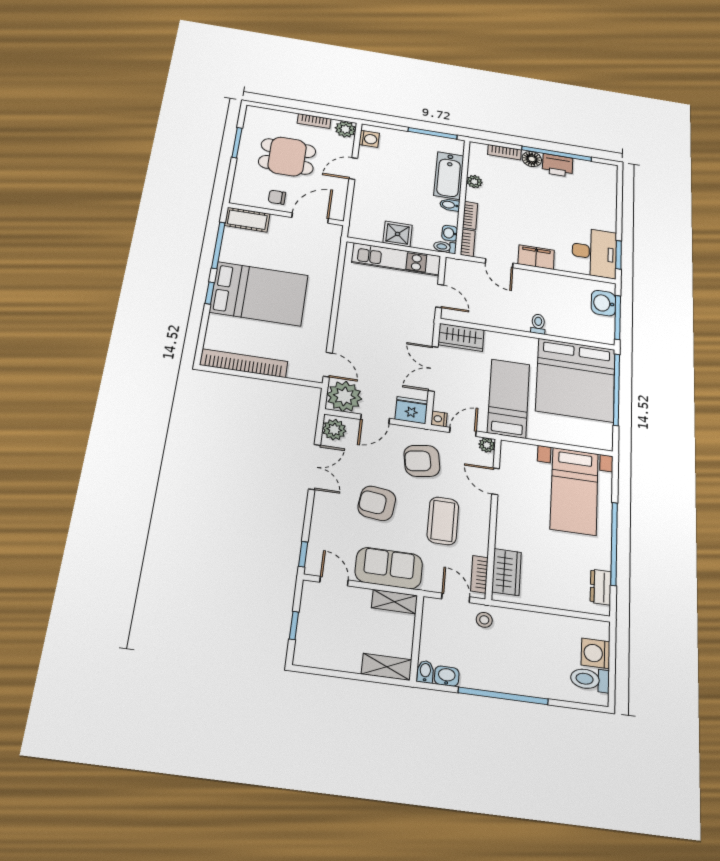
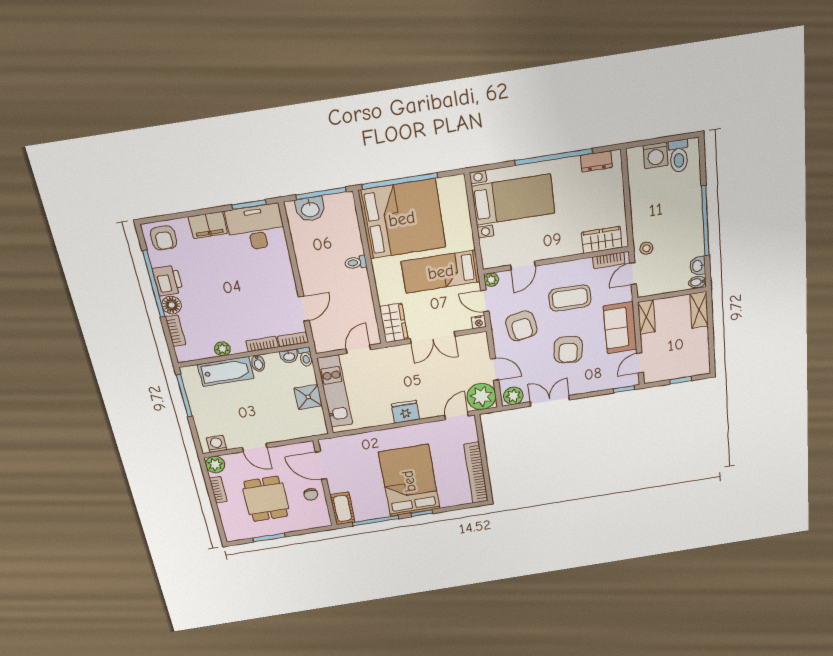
armchair: (601, 178) -> (164, 238), added
filing cabinet: (536, 257) -> (208, 225), moved, turned -90
fridge: (411, 410) -> (405, 412), moved, turned 90

